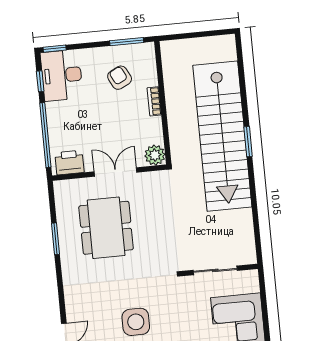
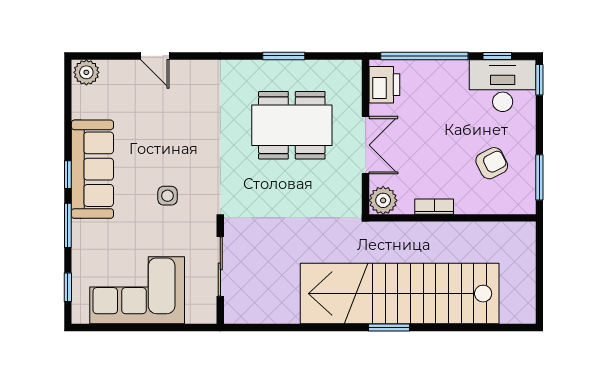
bookcase: (154, 101) -> (434, 207), moved
side table: (136, 322) -> (168, 196), moved, width x0.54, depth x0.54

